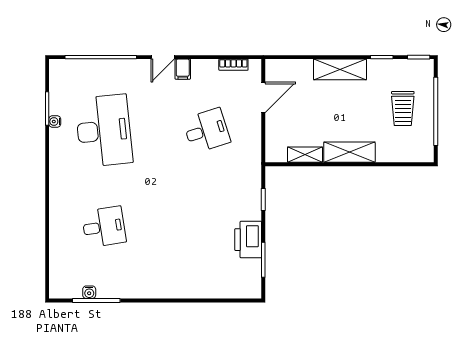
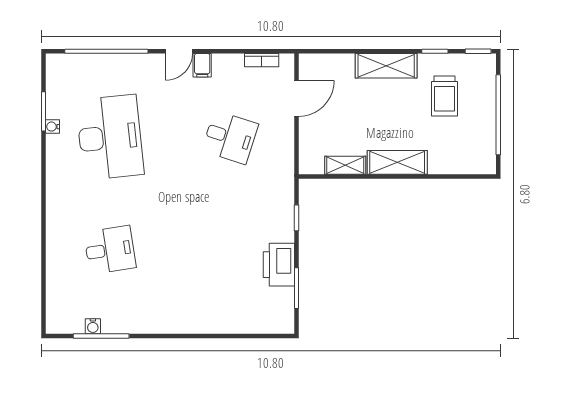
trolley: (403, 108) -> (444, 96), moved
desk: (207, 131) -> (230, 137), turned 36

